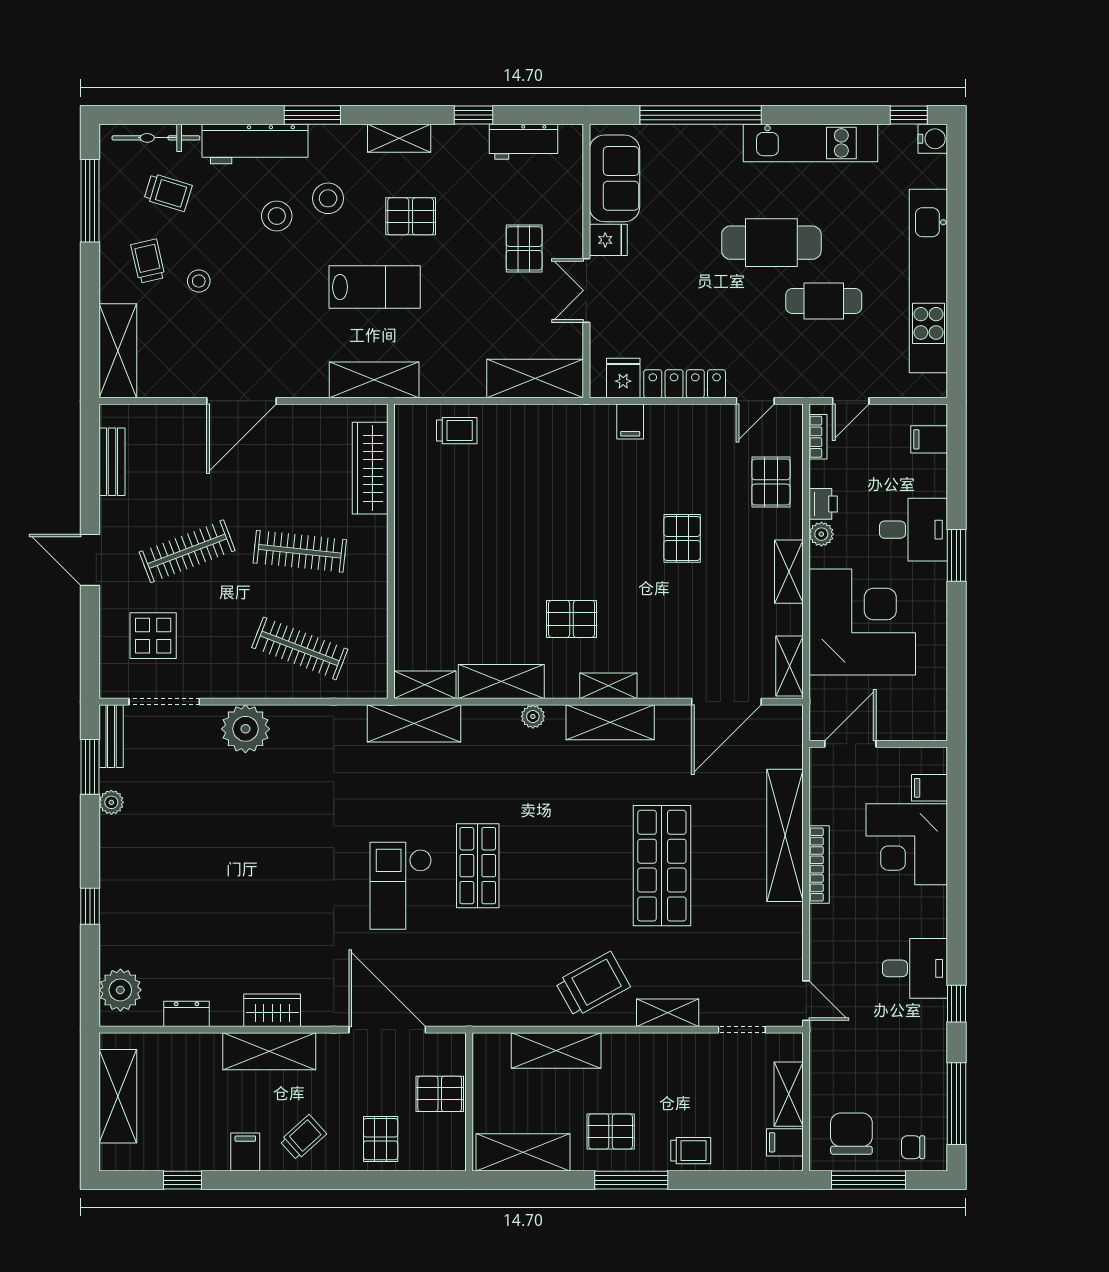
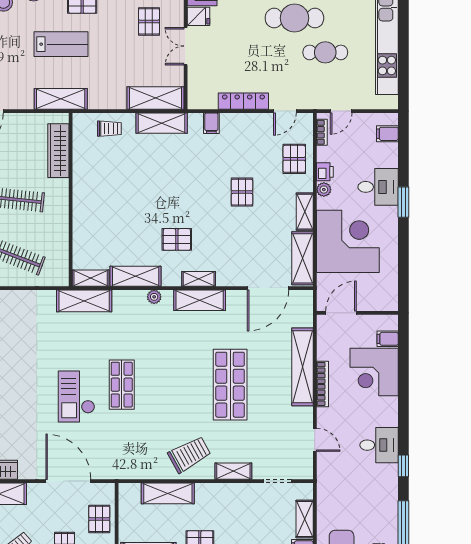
fridge: (623, 378) -> (207, 98), removed
shelving: (545, 421) -> (162, 123), added
shelving: (789, 666) -> (302, 258), width x1.50, depth x1.33
door: (806, 1001) -> (315, 440), moved
pallet: (440, 1094) -> (99, 519), turned 90

